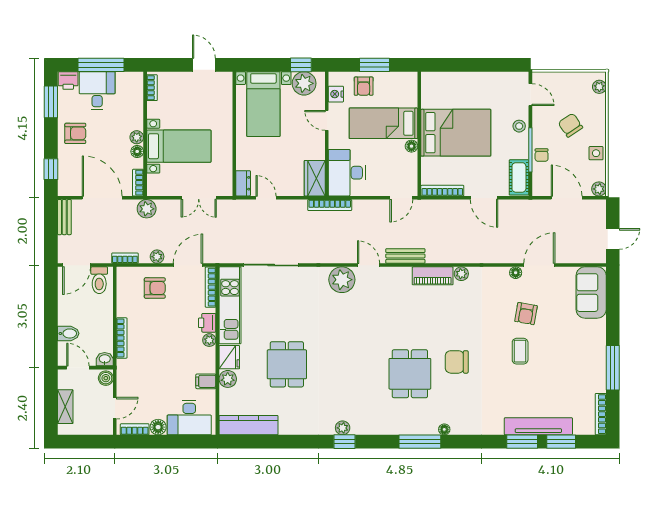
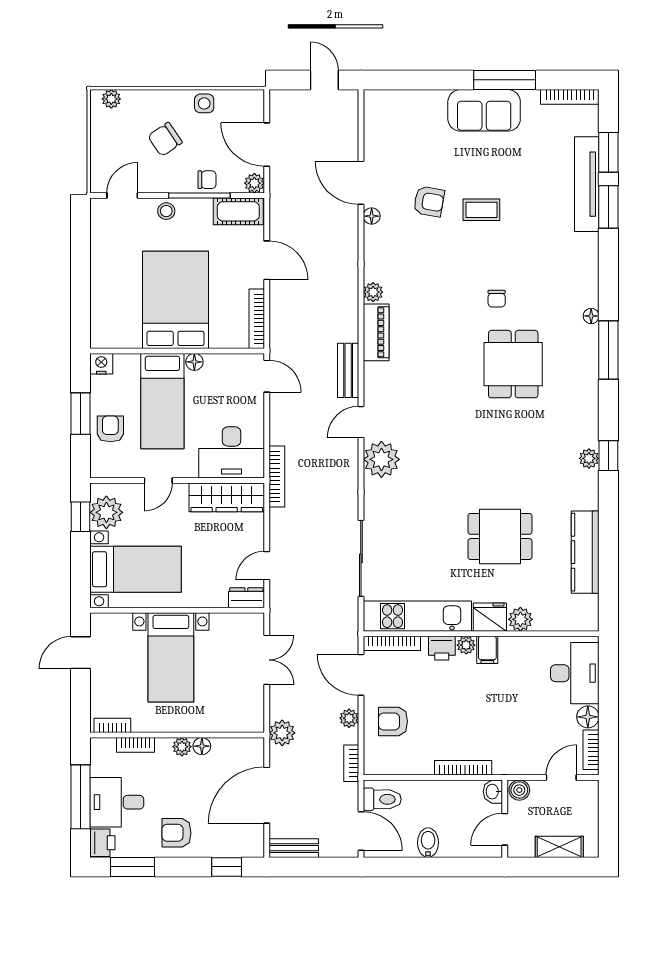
armchair: (364, 86) -> (110, 429), turned -90
nightstand: (336, 94) -> (101, 364), moved, turned 180
armchair: (75, 133) -> (177, 833), turned -90
bed with nightstands: (179, 146) -> (171, 657), moved, turned 180
wardrobe: (315, 178) -> (227, 497), width x1.50
bookcase: (138, 183) -> (135, 745), moved
plant: (599, 189) -> (254, 183), moved
door: (484, 198) -> (267, 260), hinge flipped
door: (567, 198) -> (267, 145), hinge flipped
armchair: (155, 288) -> (393, 721), turned -90
sofa: (591, 293) -> (484, 110), moved
bidet: (68, 333) -> (428, 843), moved
chair: (457, 362) -> (497, 299), width x0.54, depth x0.54
dining table: (410, 374) -> (513, 364), turned 90
filing cabinet: (206, 381) -> (487, 650), moved
door: (115, 408) -> (561, 777), hinge flipped
kitchen counter: (249, 425) -> (585, 552), moved

